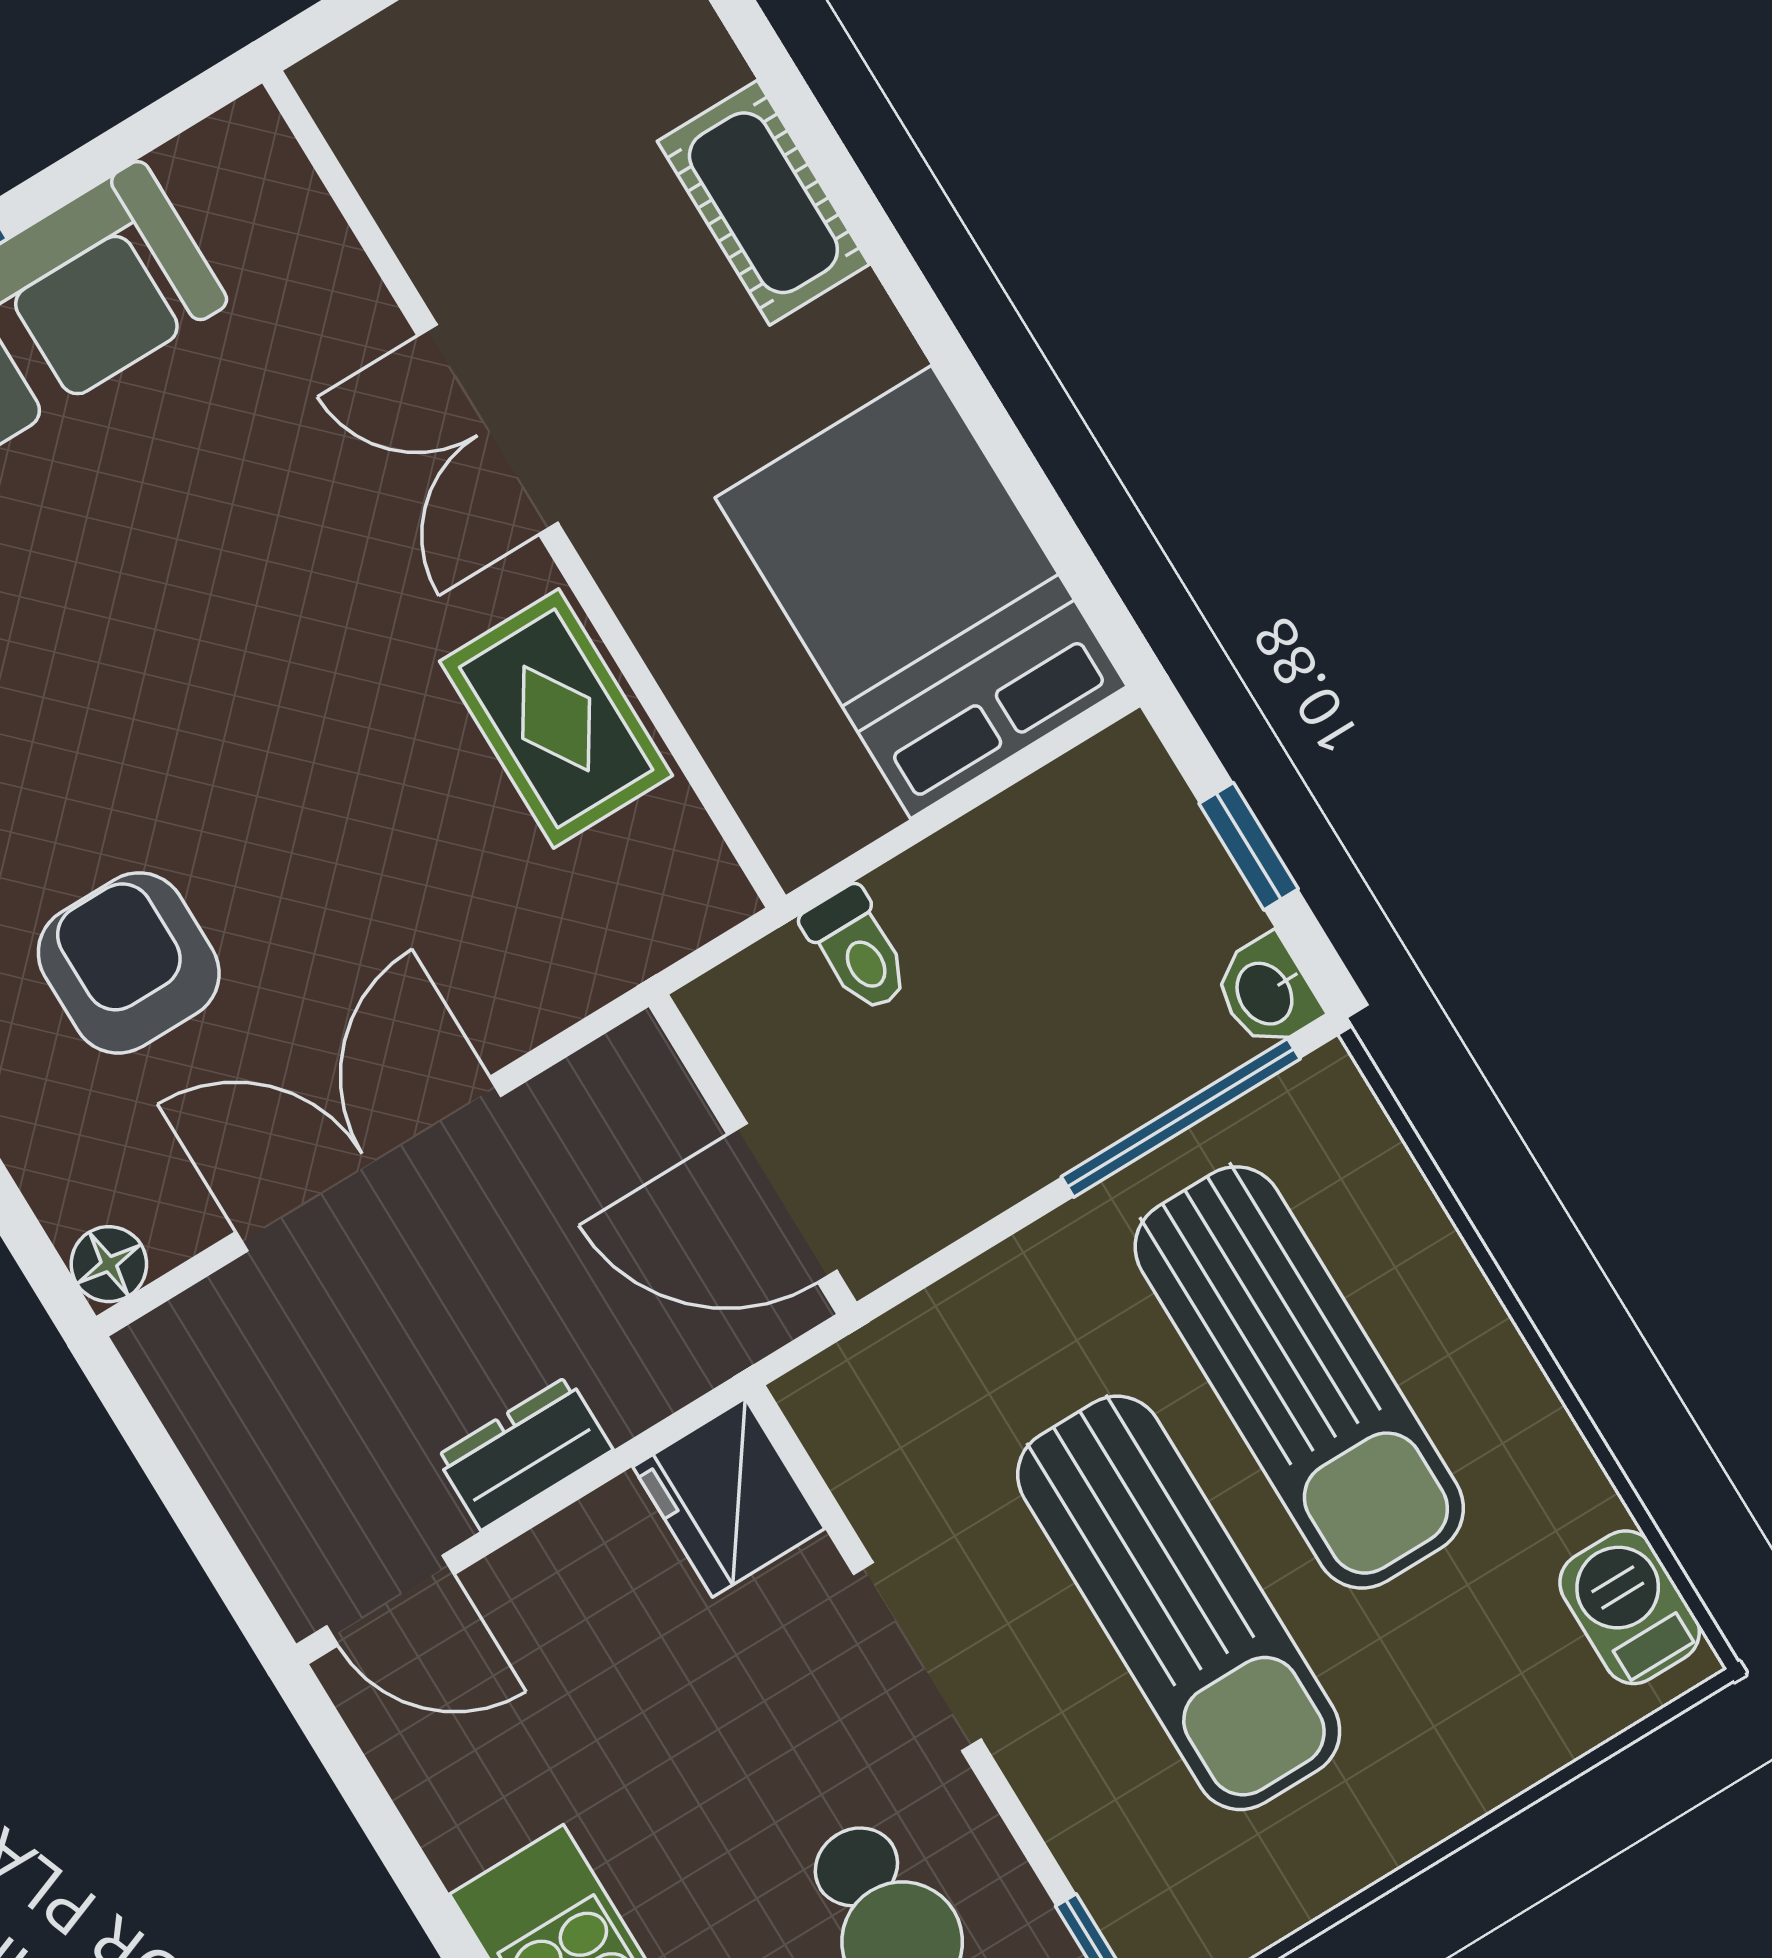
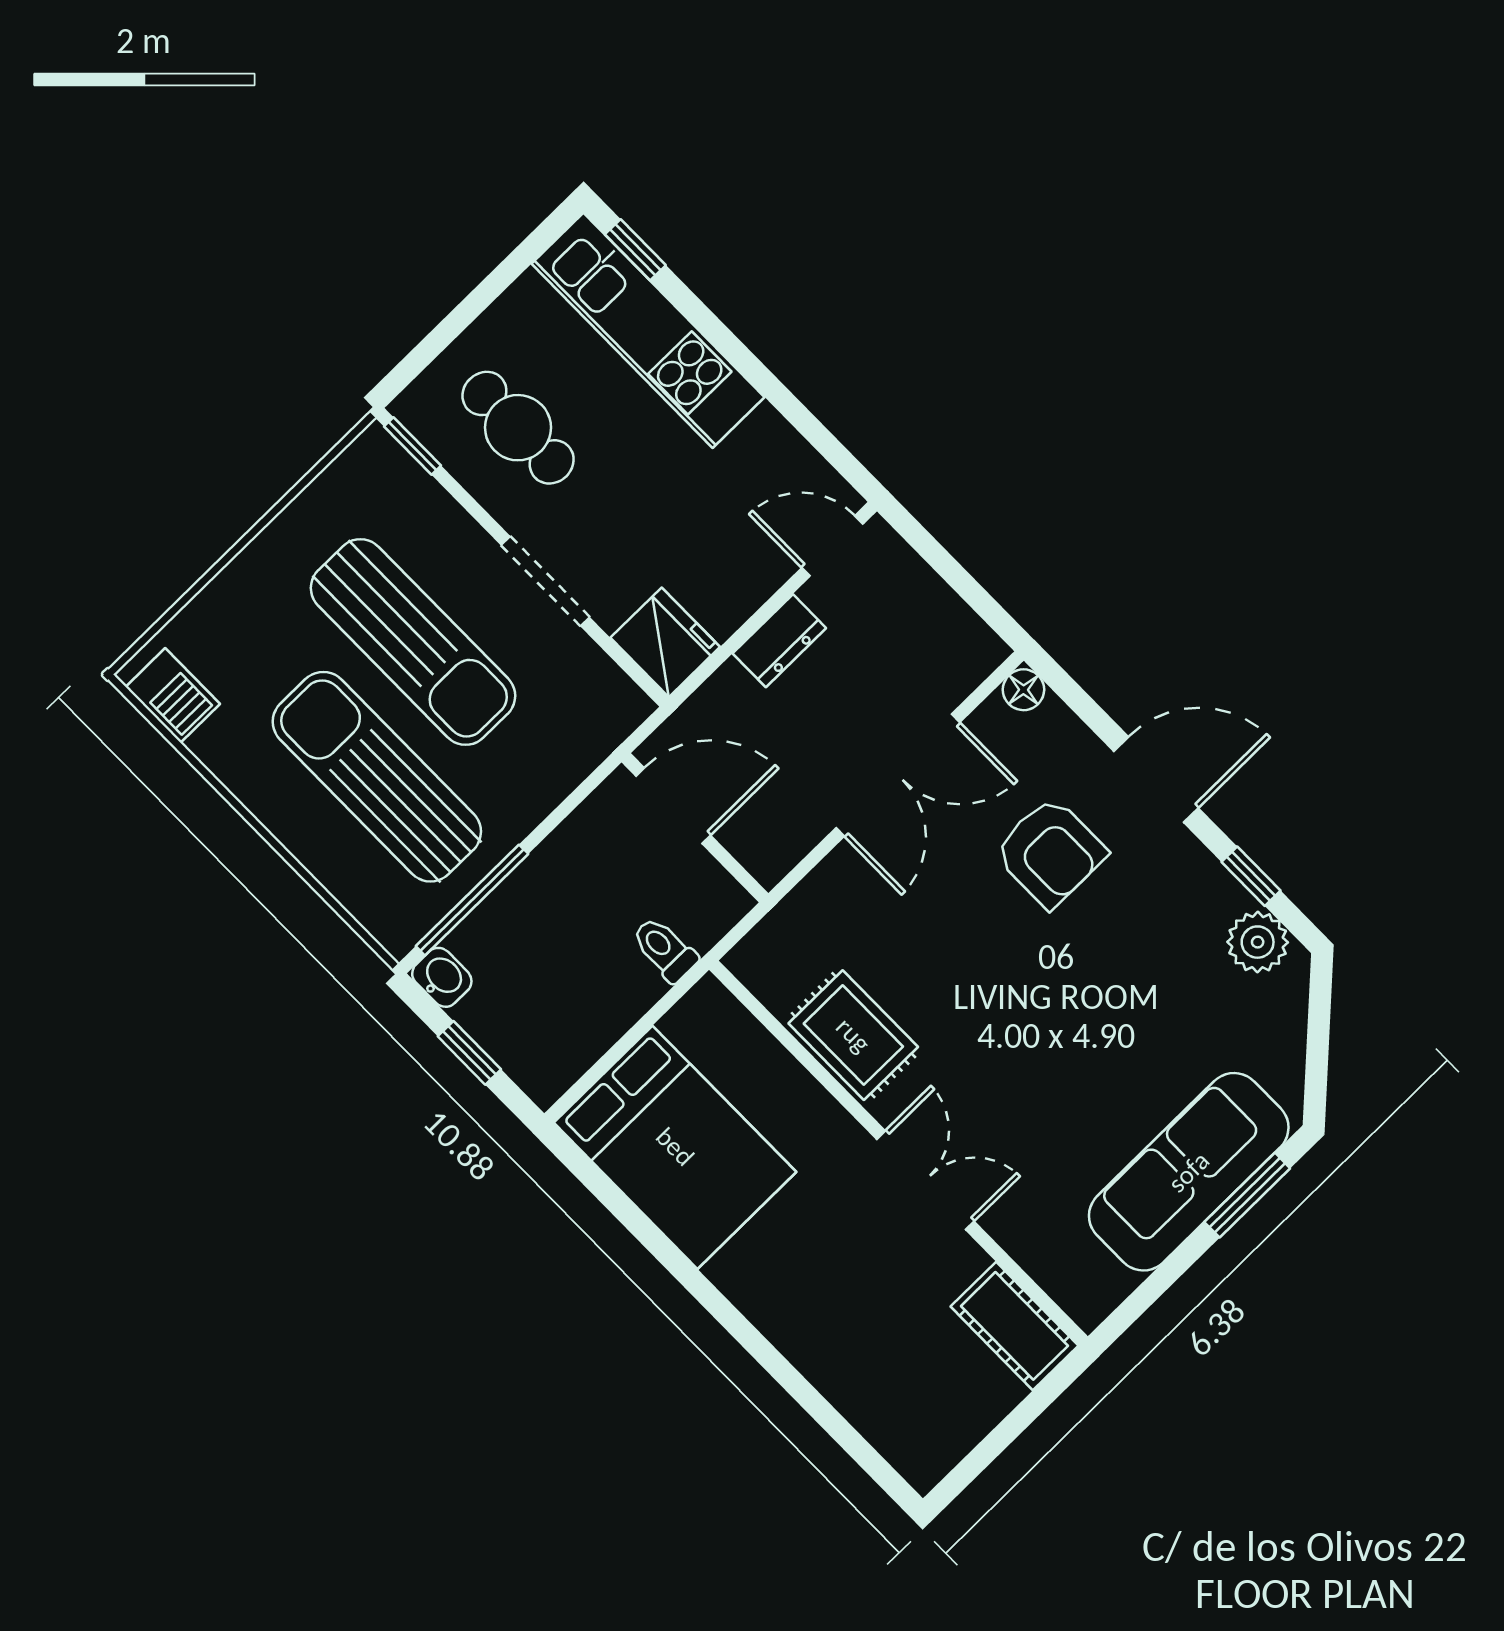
cot: (763, 203) -> (1014, 1326), moved
sun lounger: (1179, 1603) -> (413, 642), turned 180

